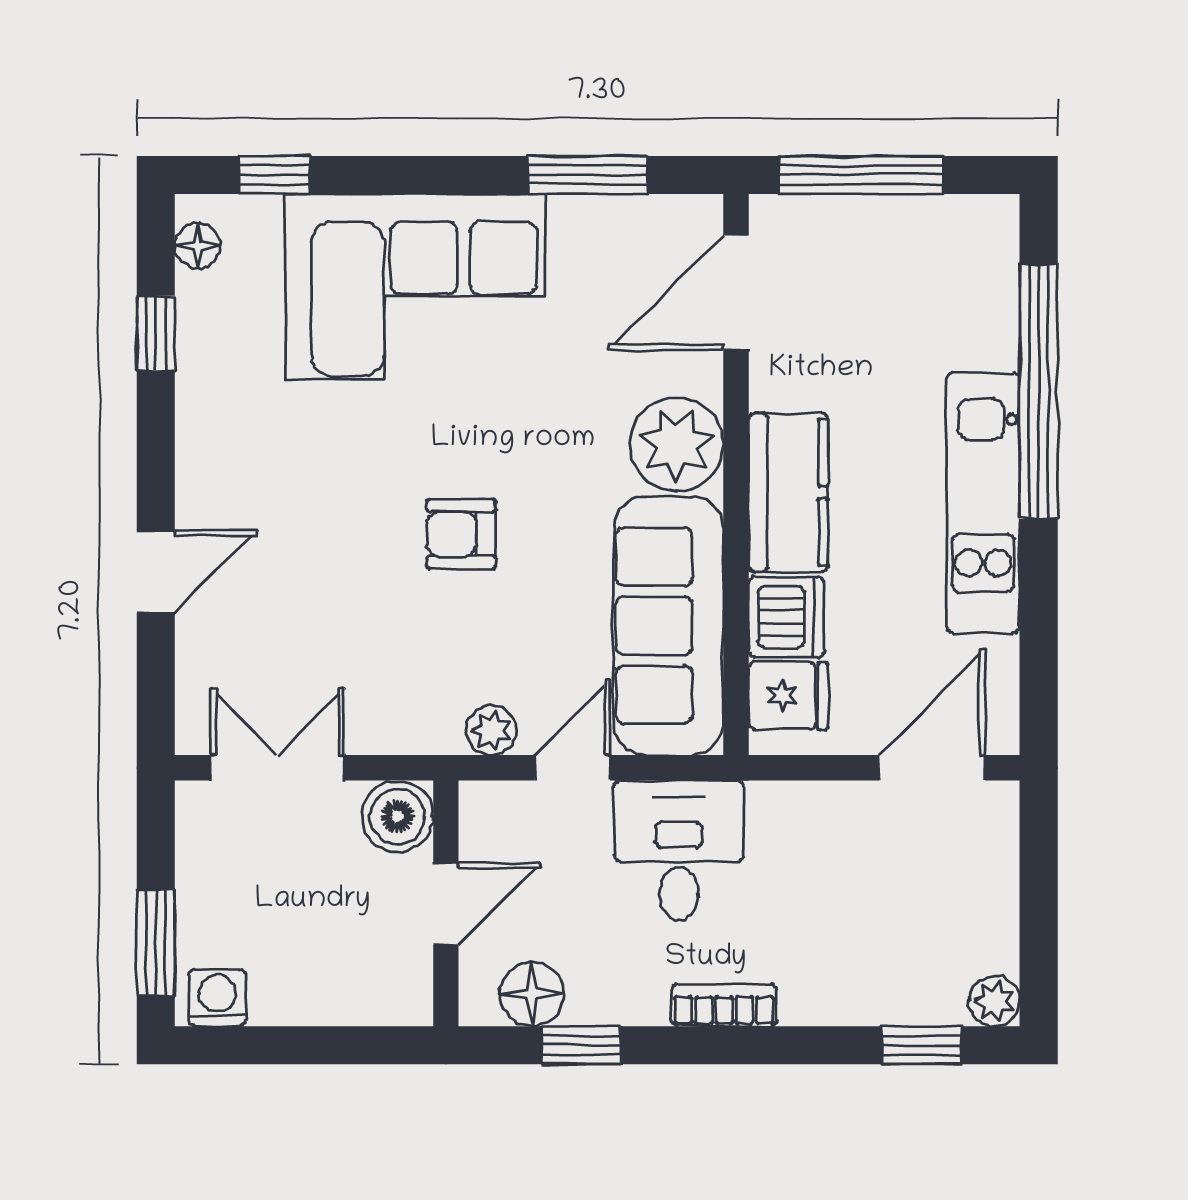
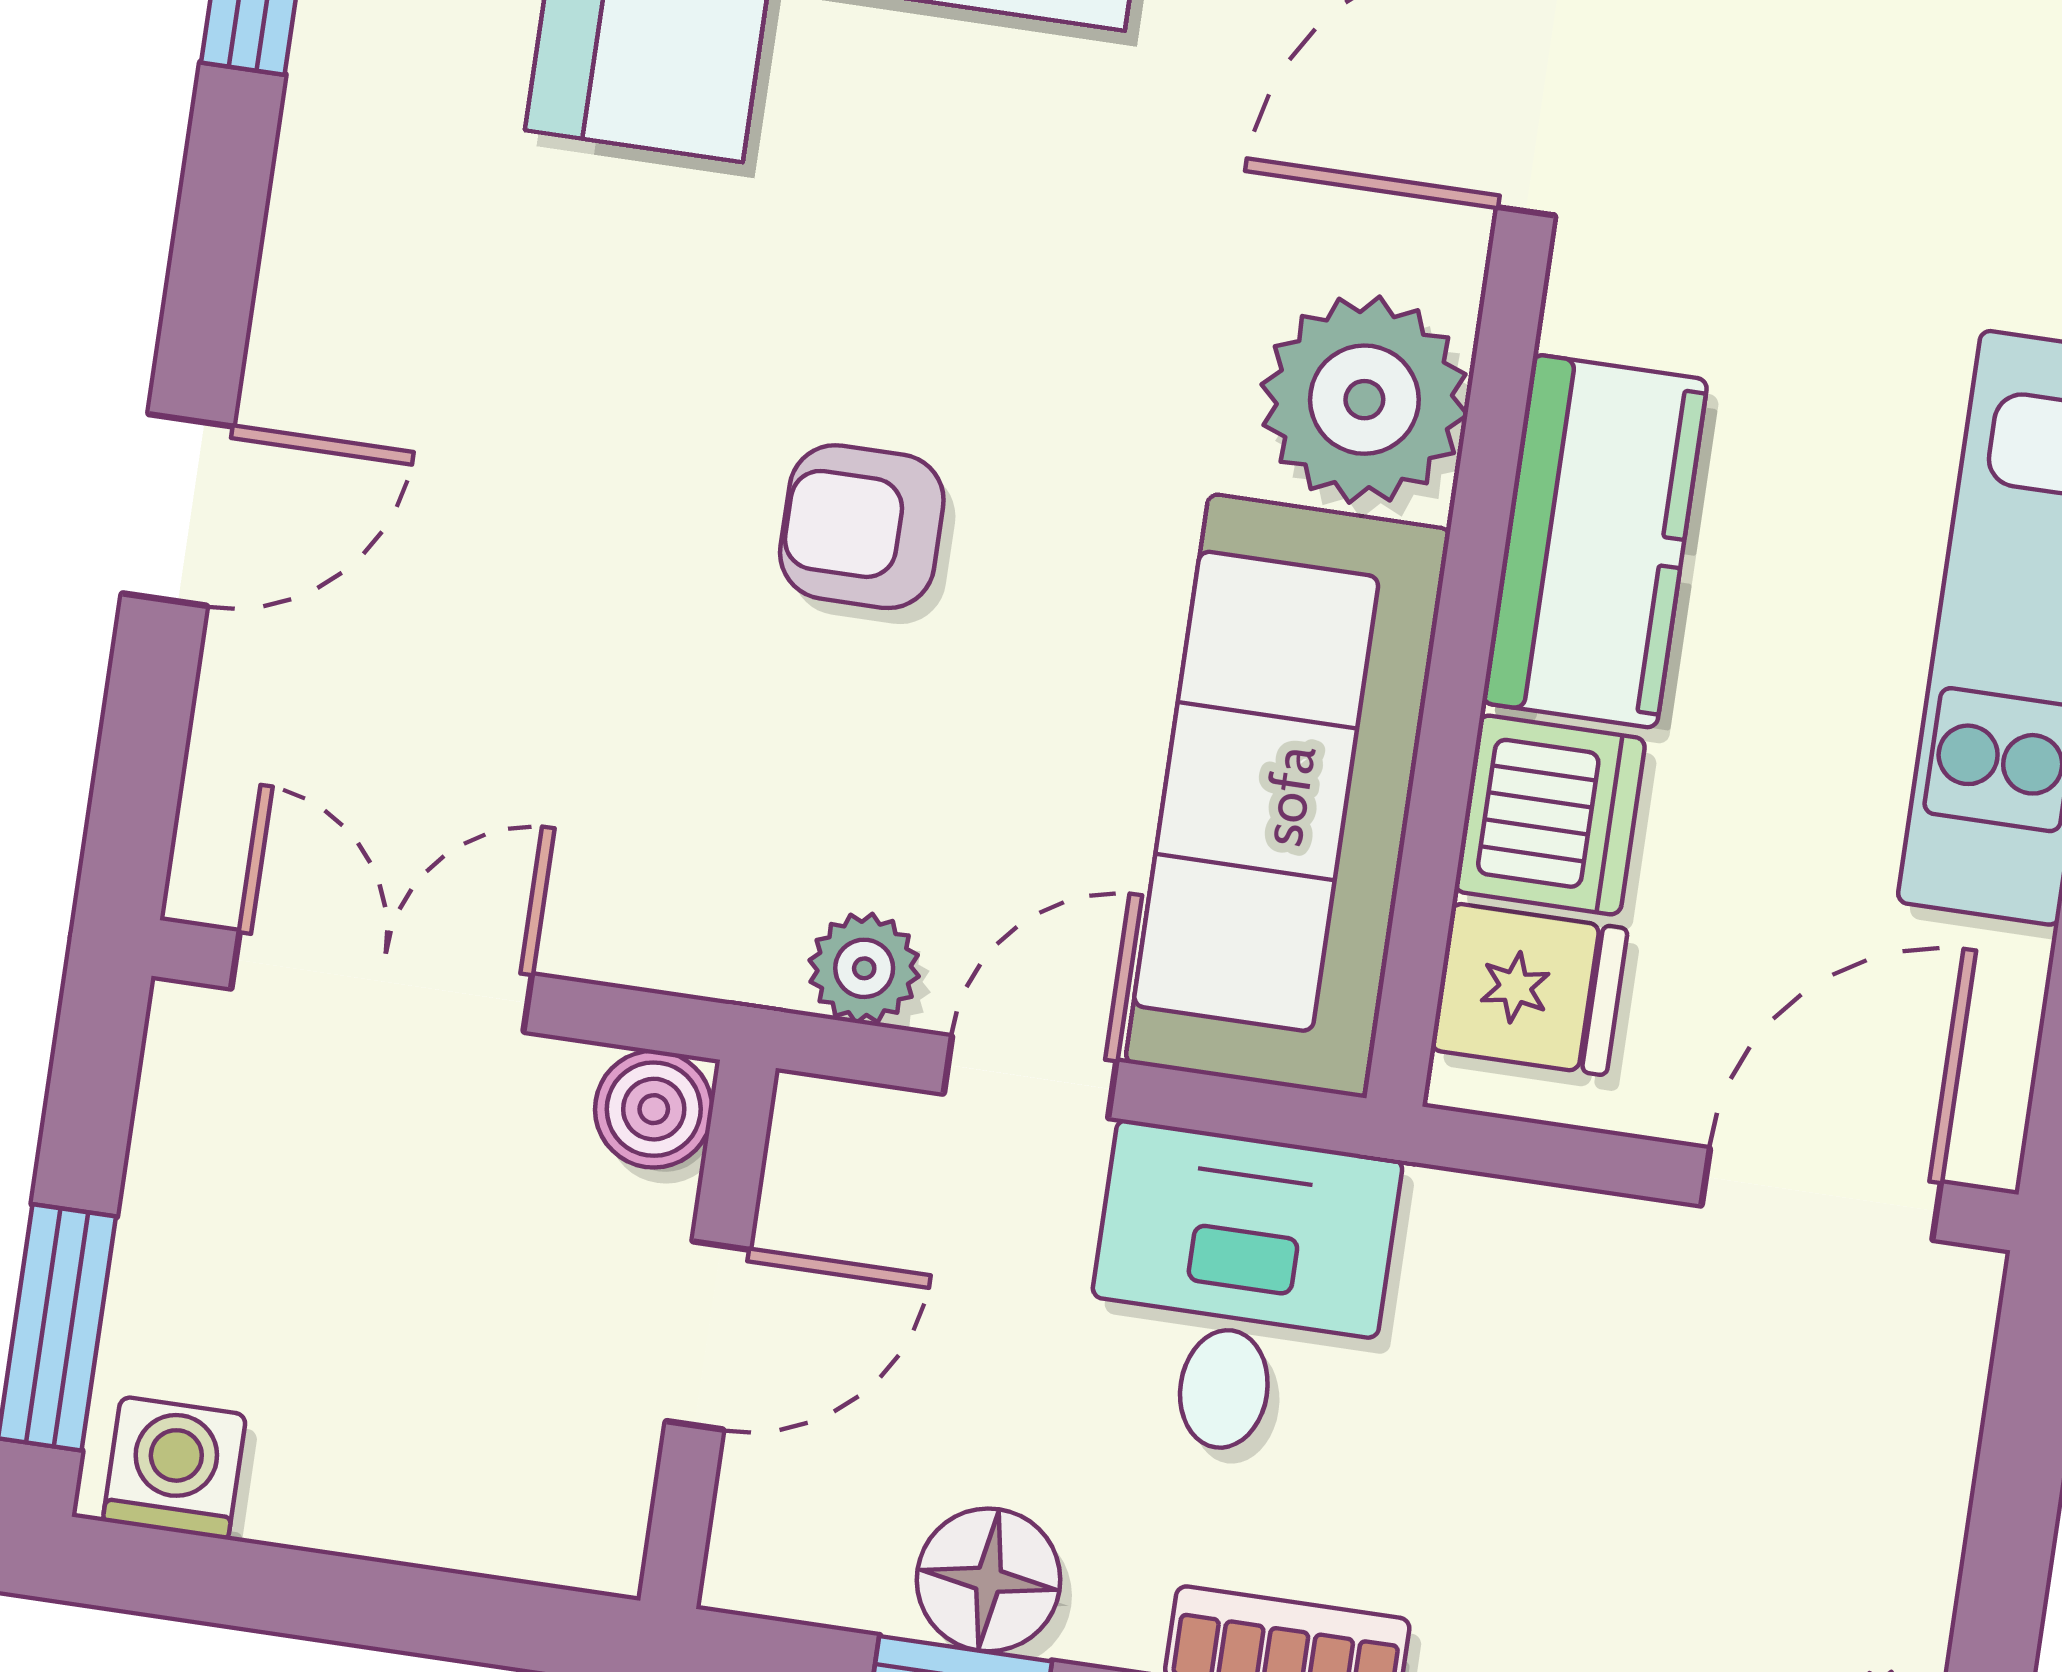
boiler: (397, 816) -> (654, 1109), width x0.73, depth x0.73
floor lamp: (532, 994) -> (989, 1580), moved

